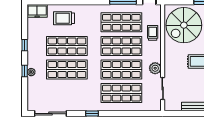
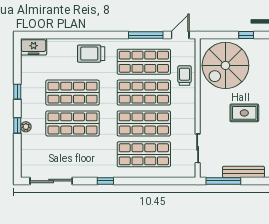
trolley: (64, 18) -> (91, 54), moved
plant: (155, 68) -> (188, 122), removed
window: (182, 114) -> (223, 181), added

